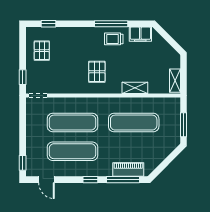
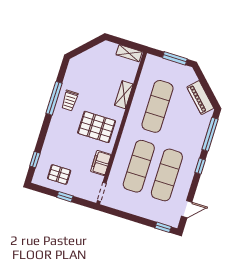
filing cabinet: (140, 34) -> (101, 163), moved, turned 180
pallet: (97, 72) -> (97, 127), width x1.50, depth x1.42
window: (23, 77) -> (65, 197), moved
piano: (128, 170) -> (200, 98), moved, turned -45

